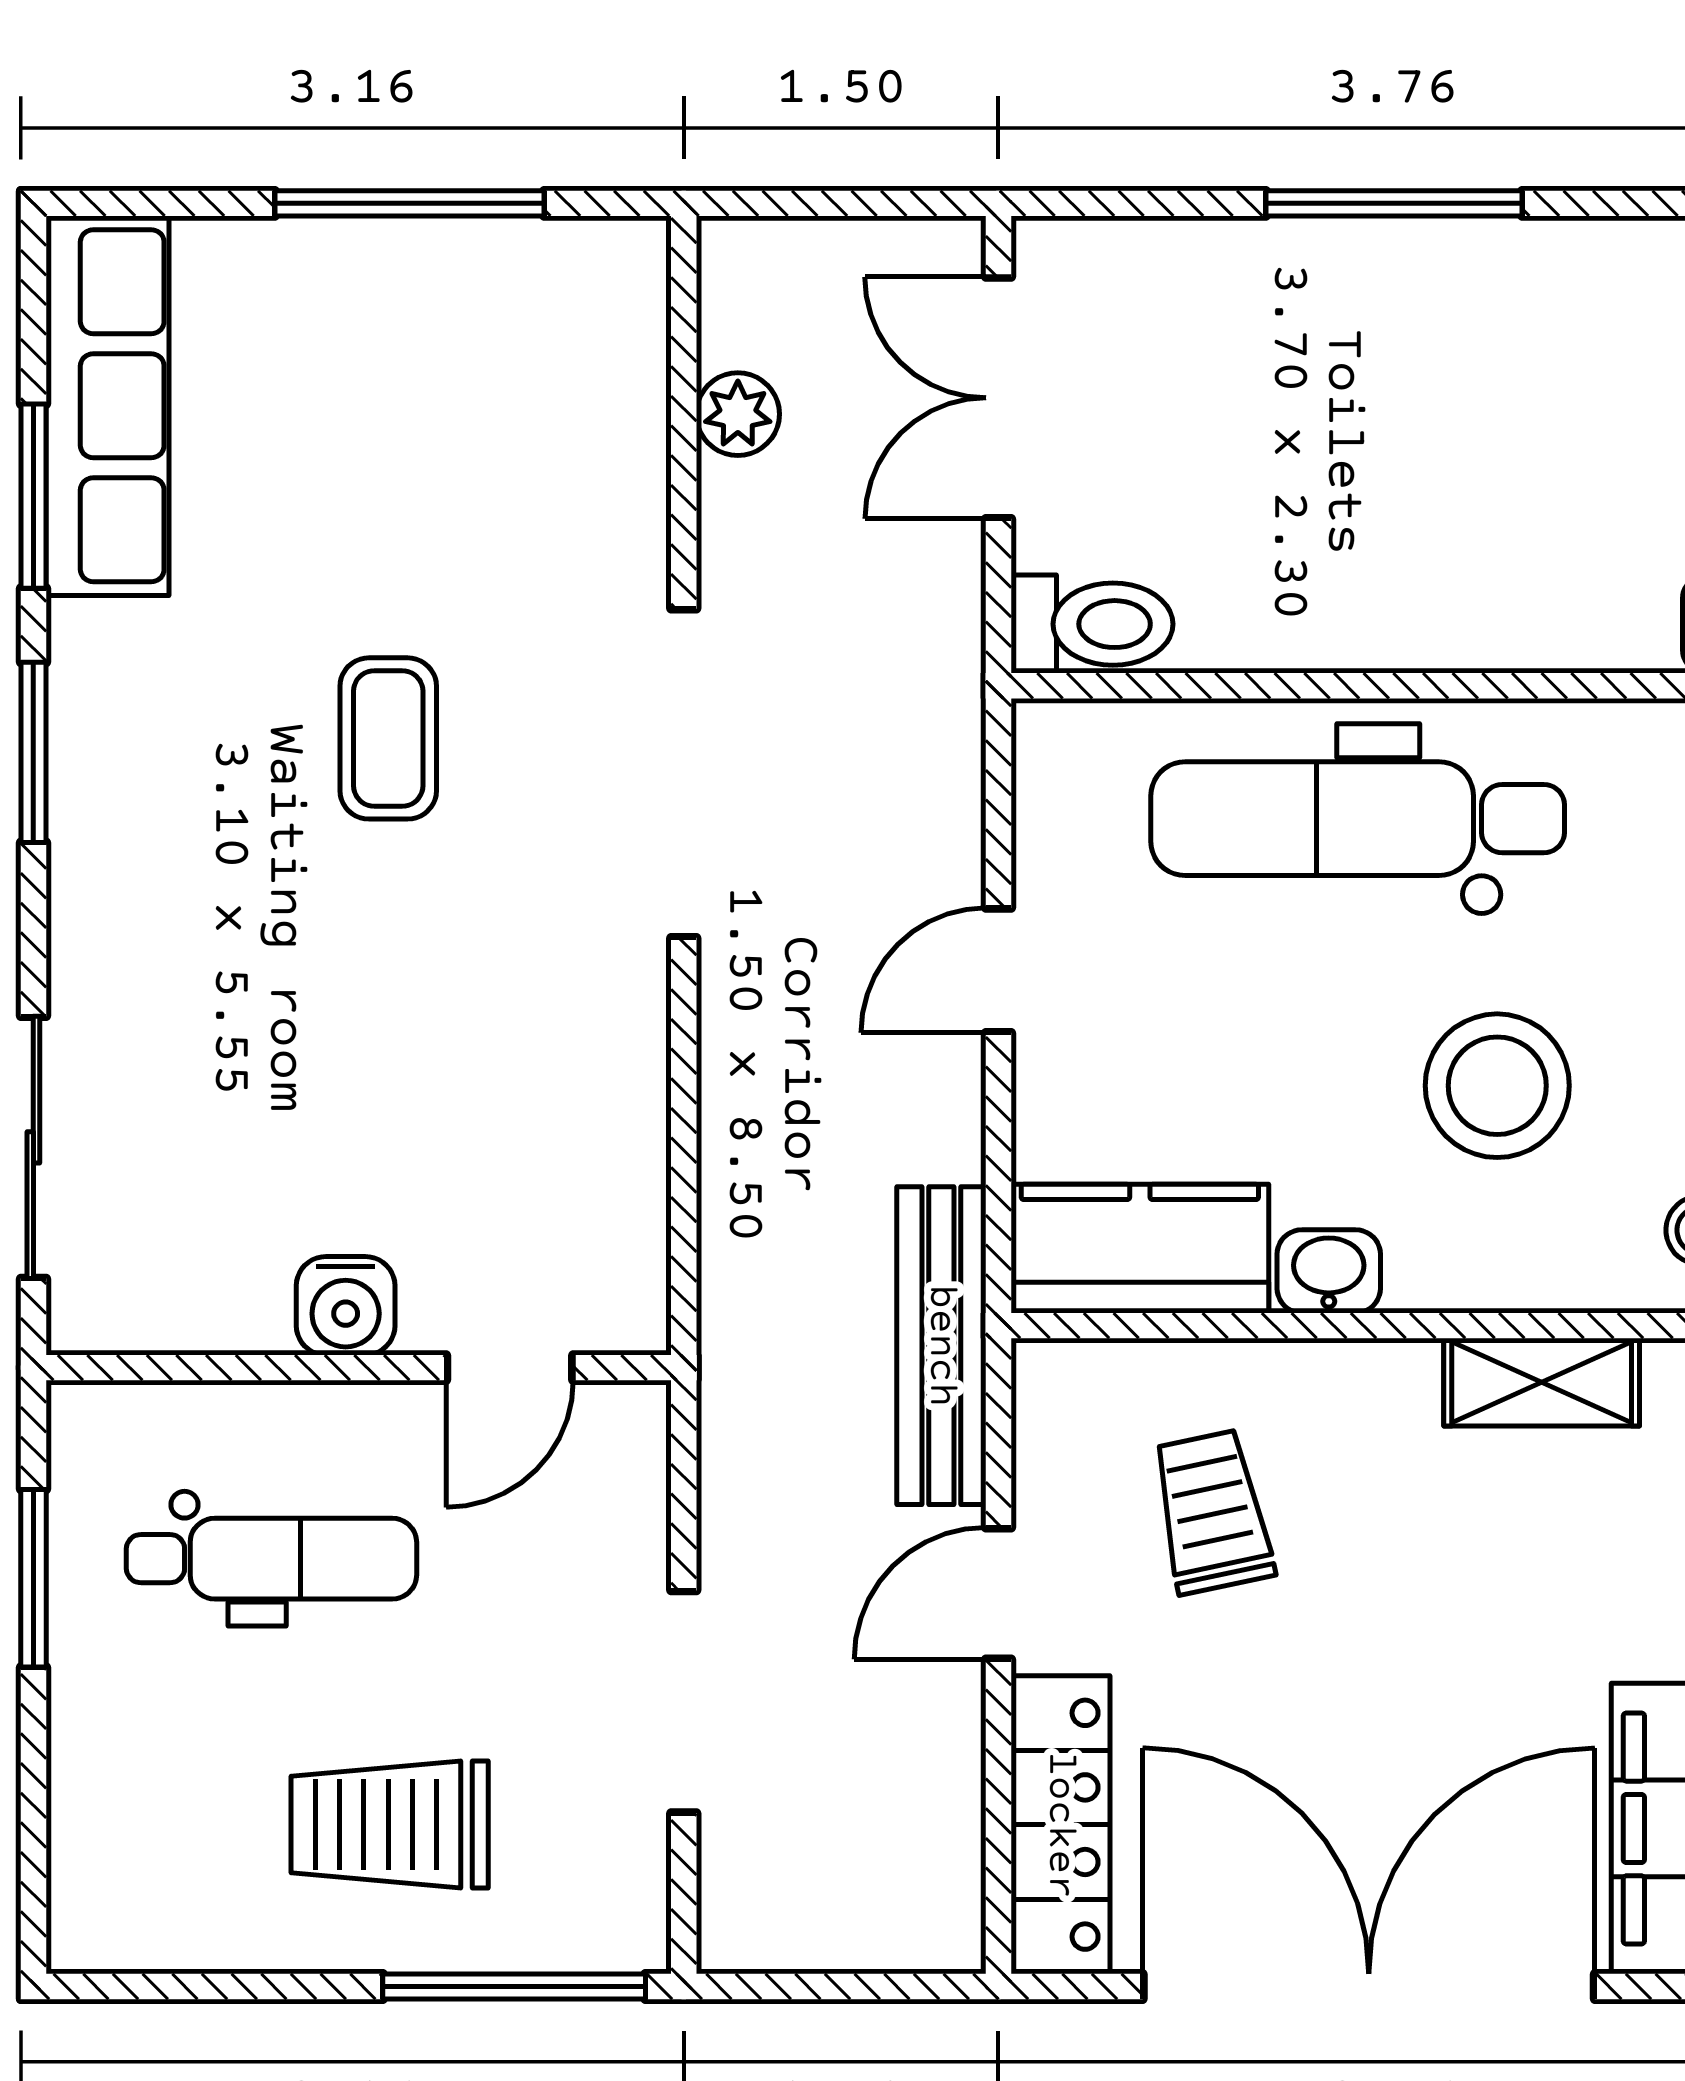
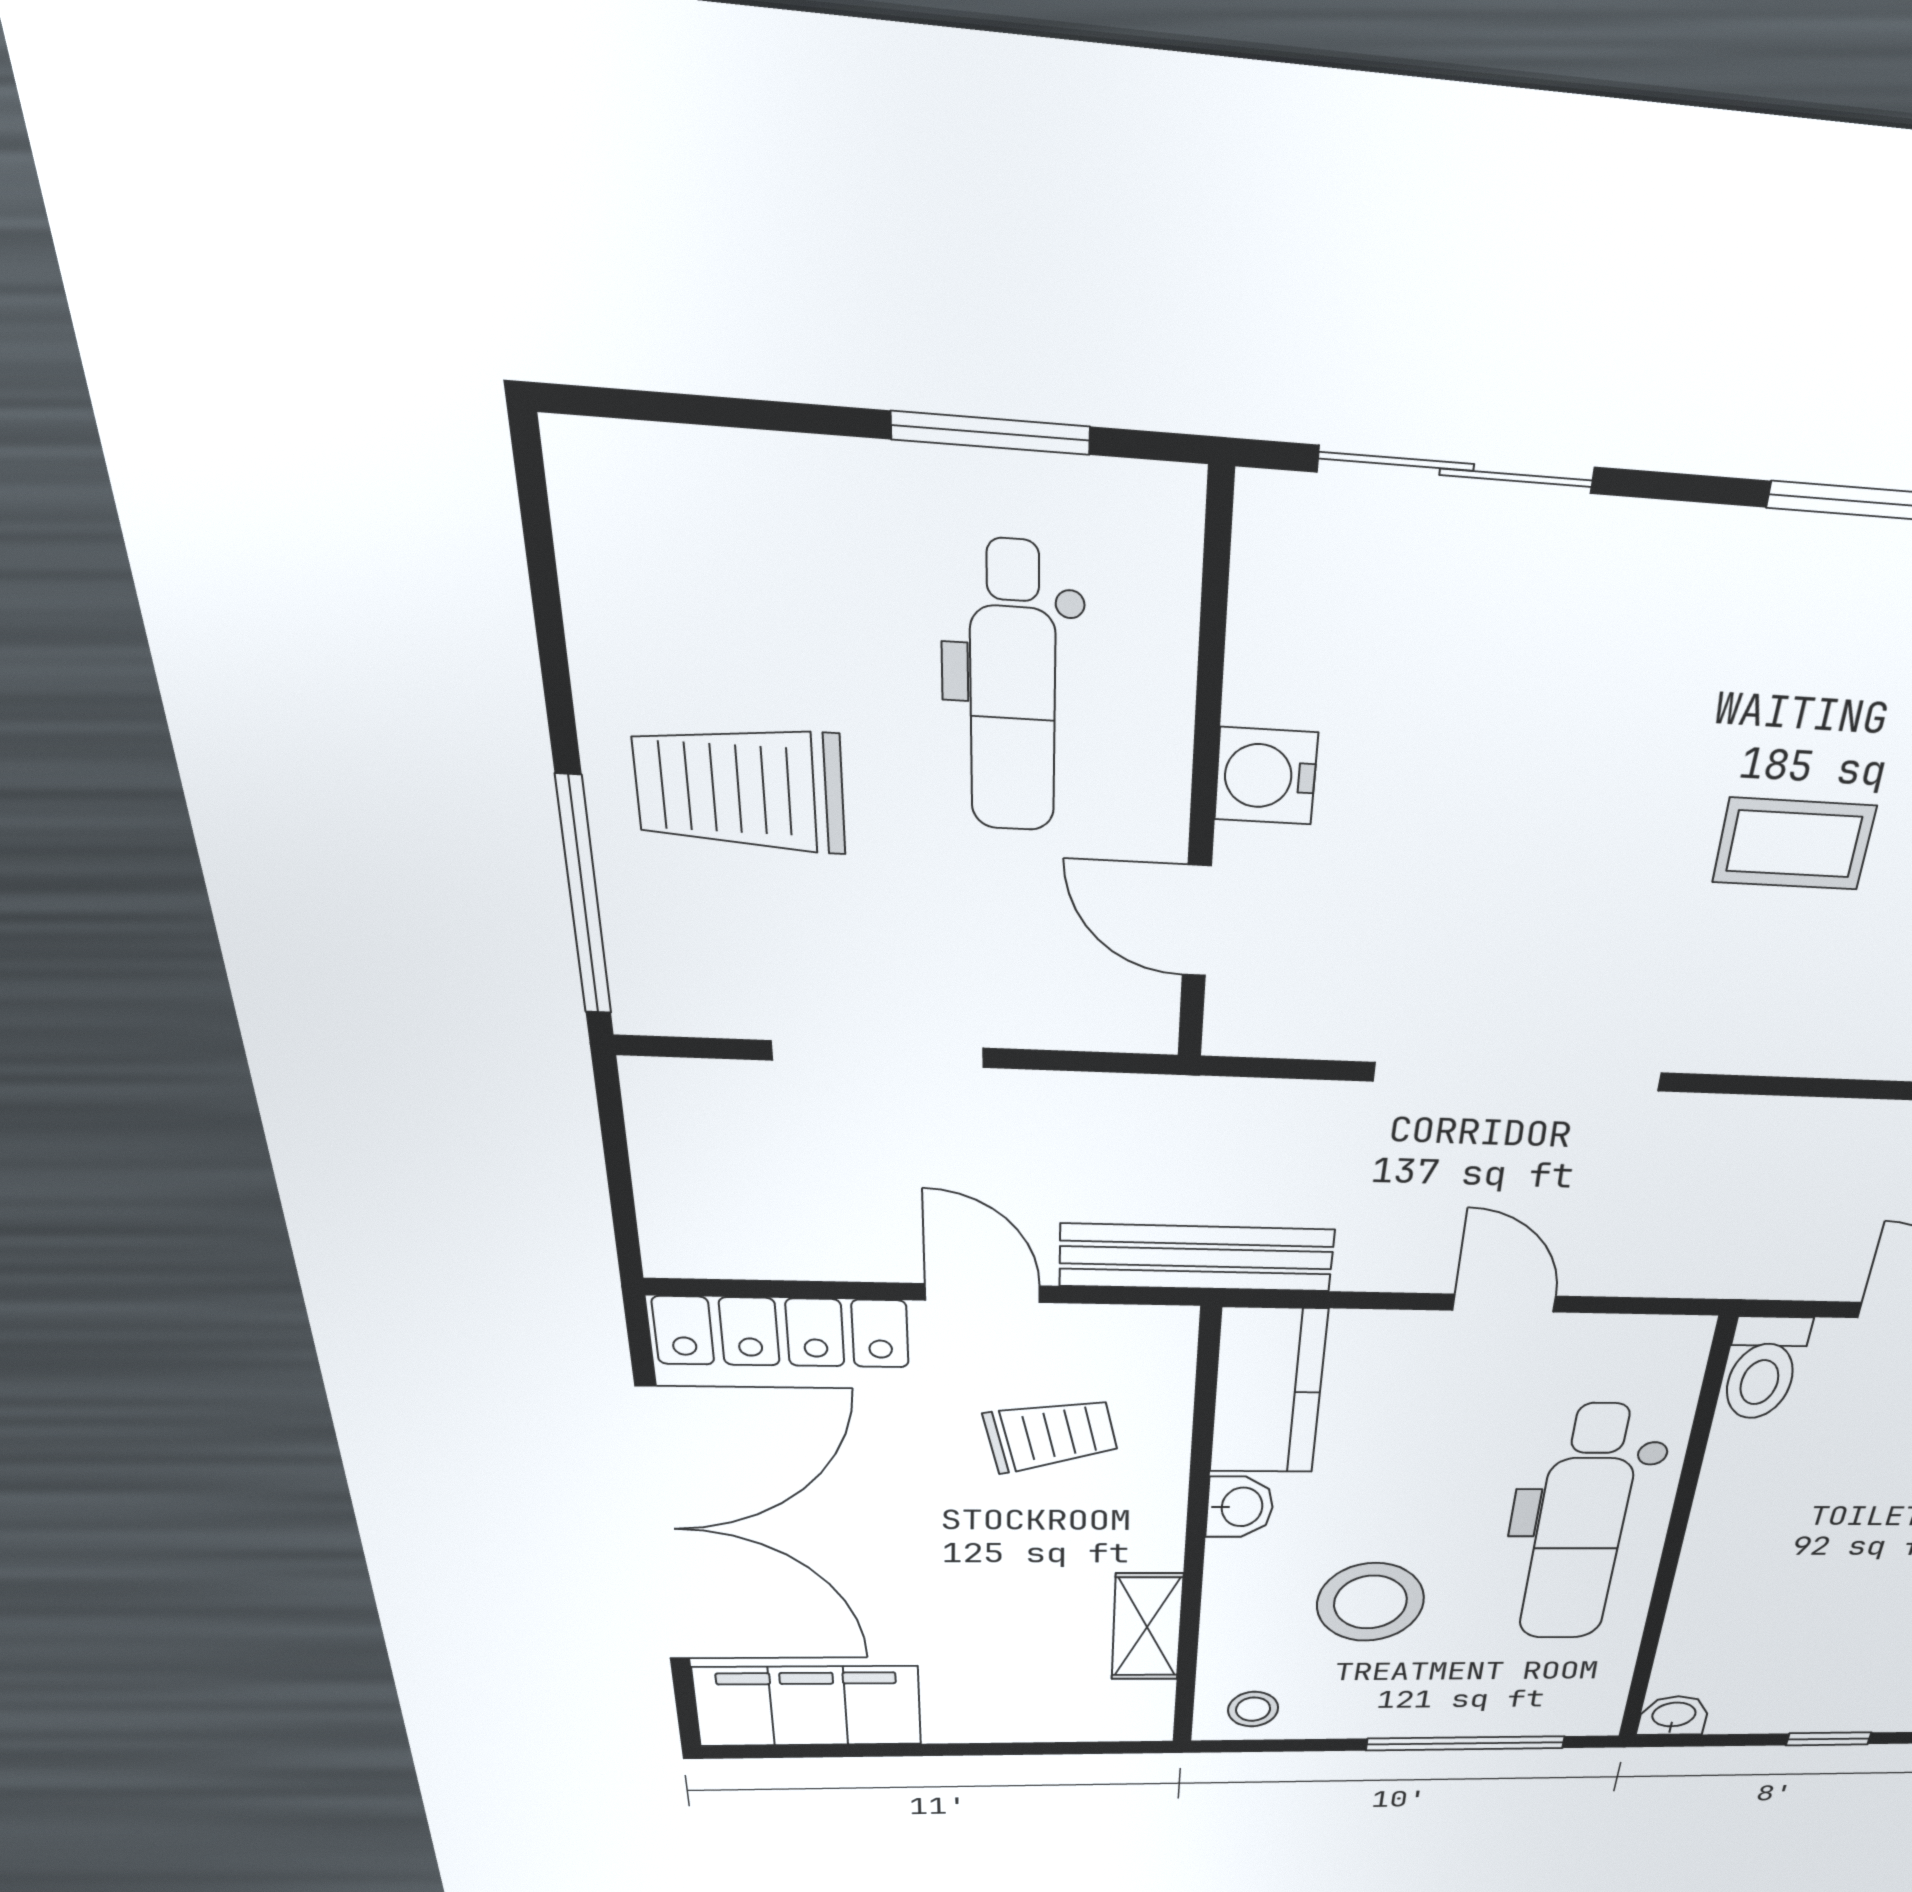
doorway: (684, 773) -> (1518, 1077), moved
dental chair: (1358, 819) -> (1581, 1525), turned 180
trolley: (390, 1825) -> (740, 789), turned -90

